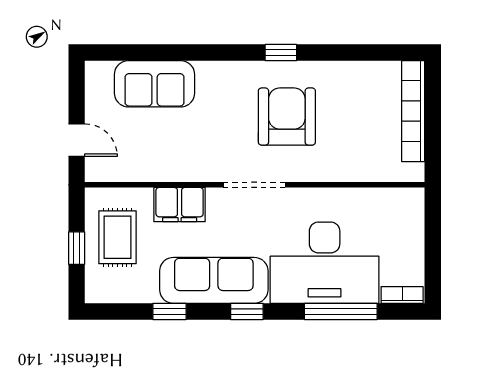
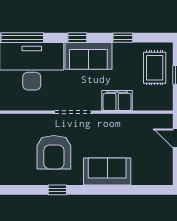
sofa: (155, 84) -> (107, 172), moved
rug: (117, 237) -> (155, 68), moved
sofa: (214, 280) -> (88, 56), width x0.73

